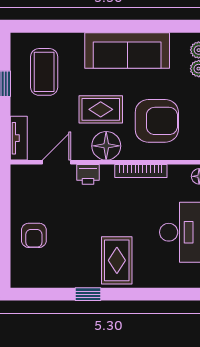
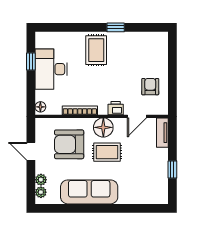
coffee table: (44, 72) -> (145, 177), removed
armchair: (34, 235) -> (150, 87), moved

